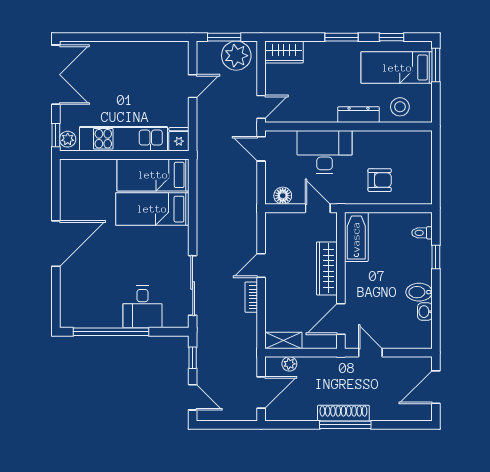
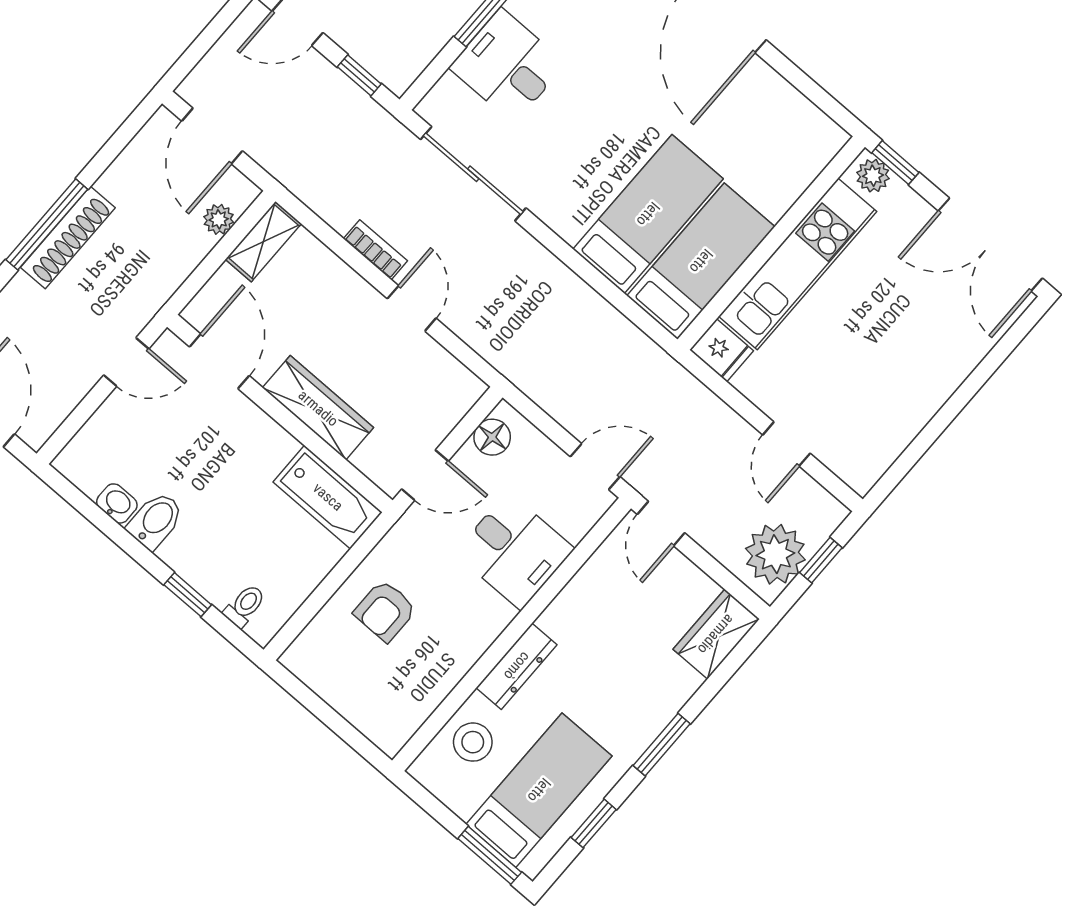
window: (224, 37) -> (821, 560), width x0.67
desk: (325, 152) -> (514, 551), width x0.73

